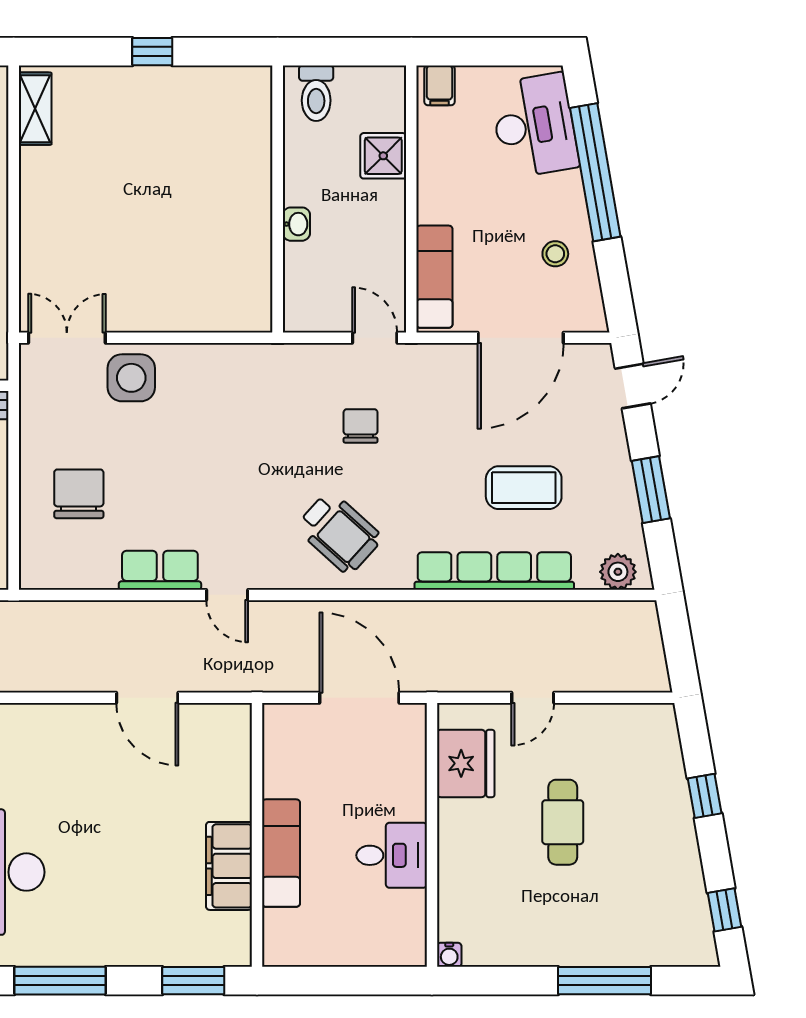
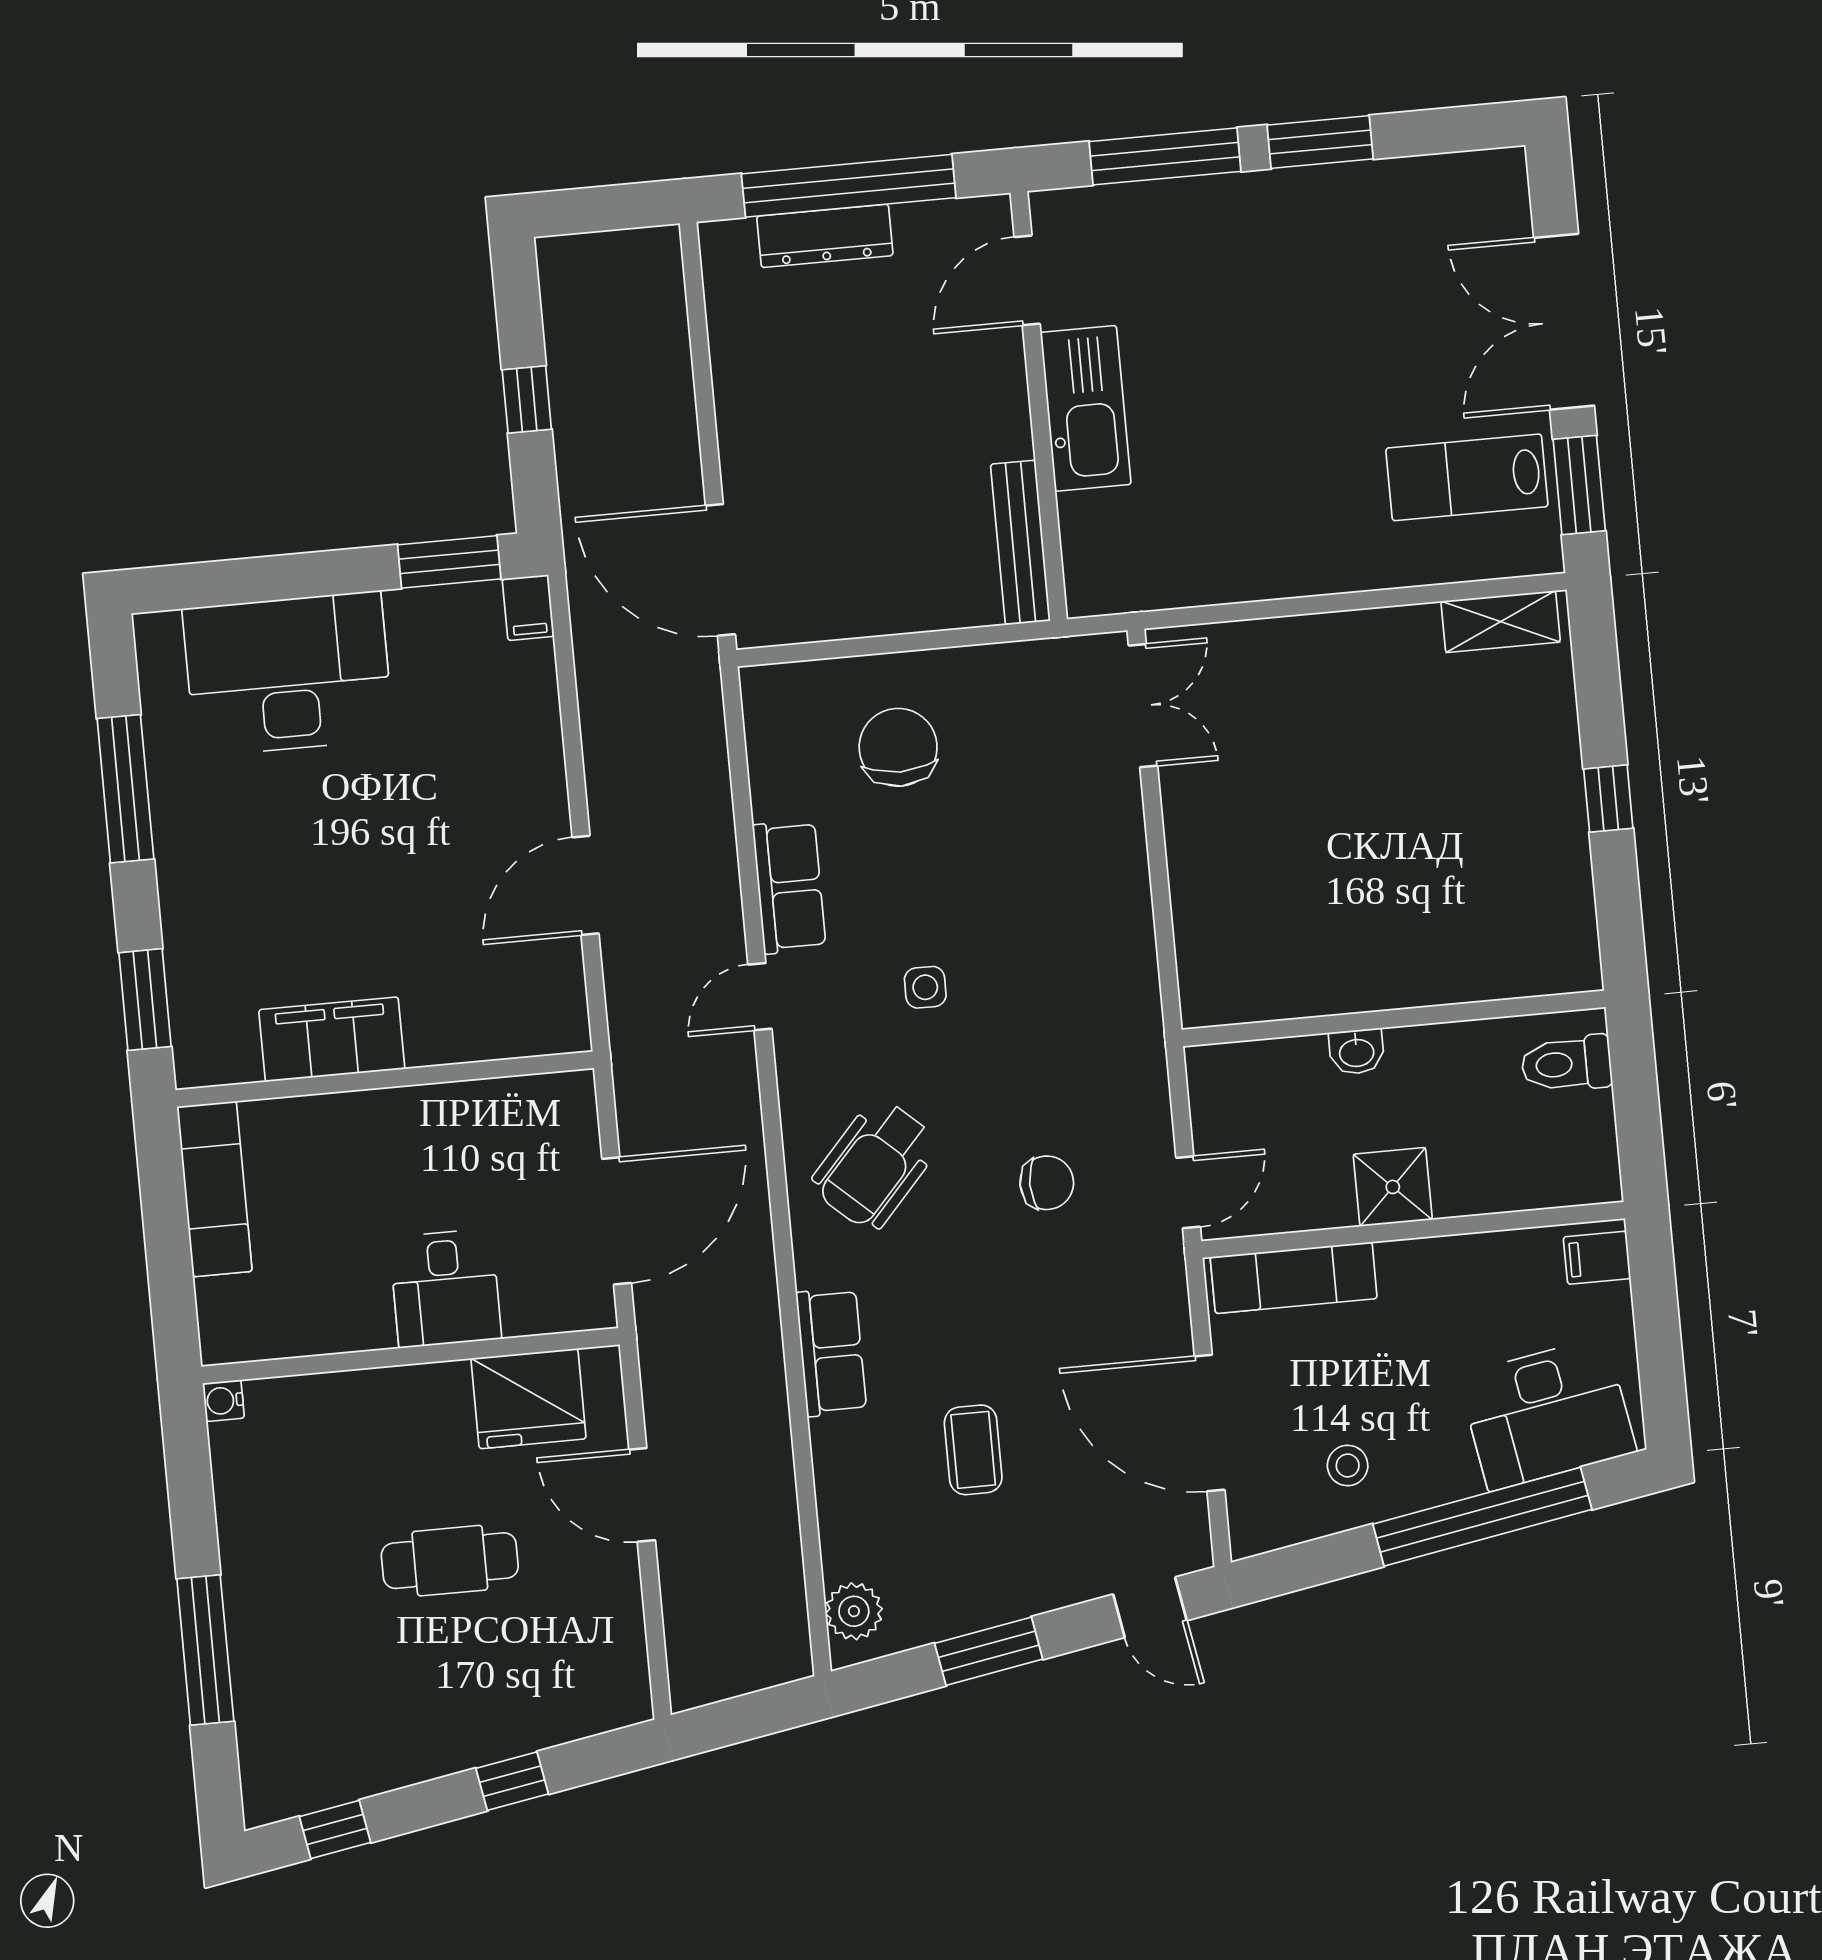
shower: (383, 156) -> (1393, 1187), moved
side table: (131, 378) -> (925, 987), moved, width x0.54, depth x0.54
coffee table: (524, 488) -> (973, 1450), width x0.73, depth x0.77
chair: (79, 494) -> (898, 747), turned -90
row of seats: (494, 571) -> (831, 1352), width x0.50
door: (533, 698) -> (642, 1495), width x1.38
exam couch: (281, 853) -> (214, 1189), moved, turned -90
desk: (392, 855) -> (445, 1288), moved

